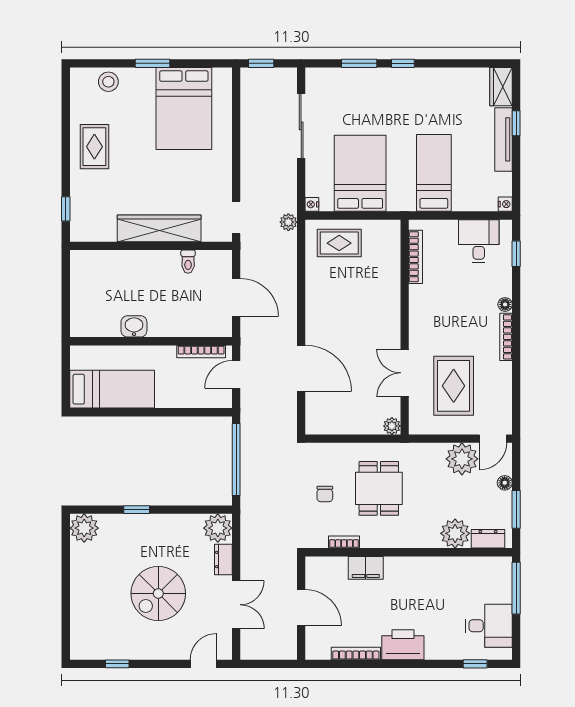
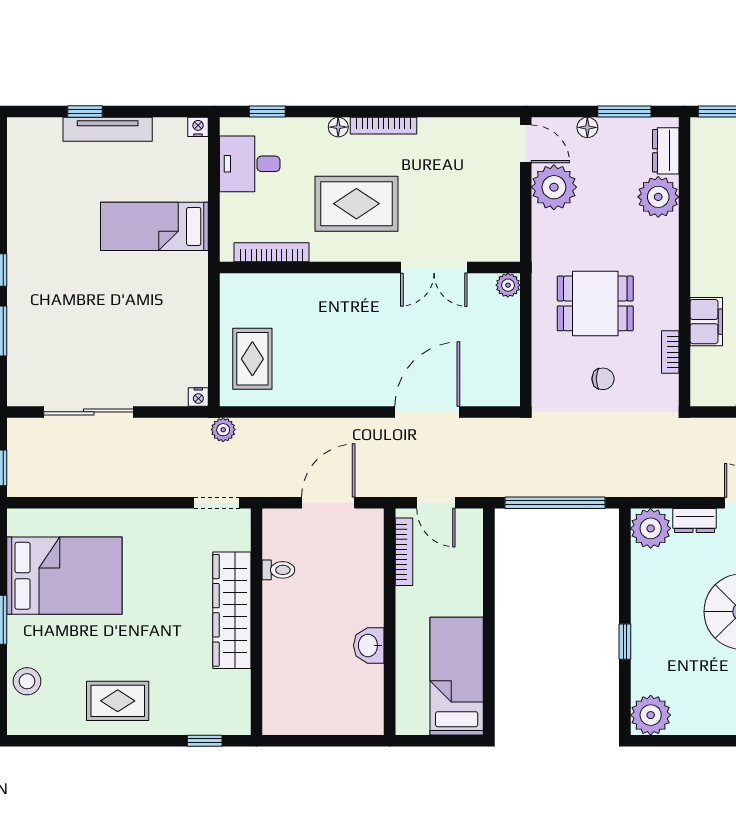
wardrobe: (501, 87) -> (34, 133), removed
bed: (360, 173) -> (155, 329), removed
rug: (454, 386) -> (356, 204), moved

